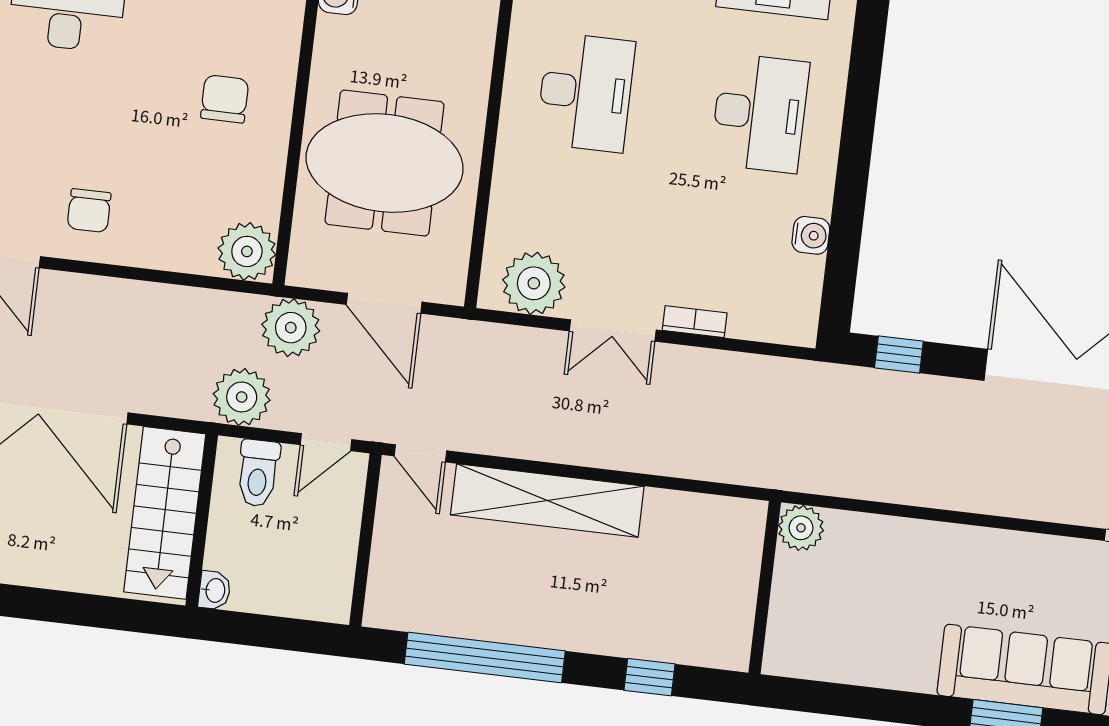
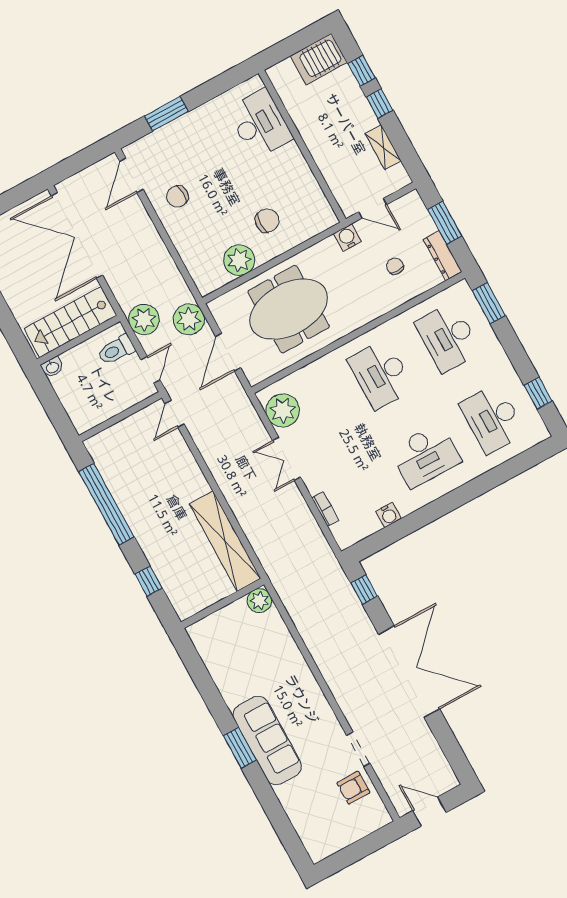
desk: (586, 92) -> (381, 374), turned 90
meeting table: (385, 163) -> (289, 309), turned 90
plant: (247, 251) -> (239, 260), moved
bookcase: (695, 322) -> (325, 509), moved
door: (326, 442) -> (150, 370), swing flipped
shelving: (547, 501) -> (225, 541), moved

